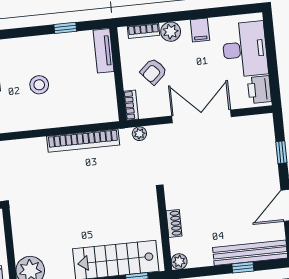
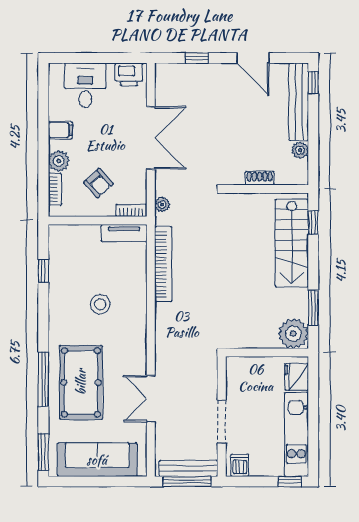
desk: (245, 49) -> (85, 85), width x0.73
tv unit: (104, 51) -> (124, 233), moved
double door: (201, 116) -> (151, 138), swing flipped
plant: (179, 261) -> (300, 150), moved
window: (243, 267) -> (313, 82), moved

